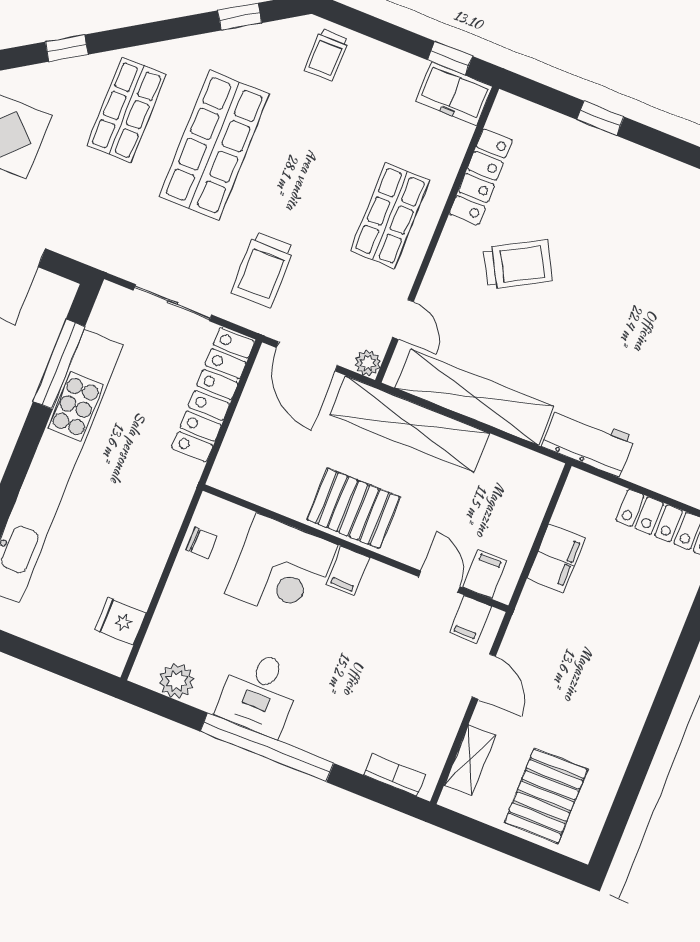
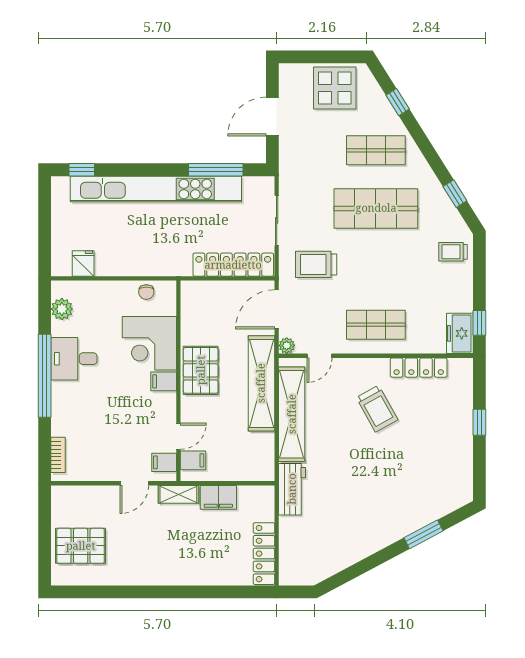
shelving: (470, 760) -> (178, 494), moved

